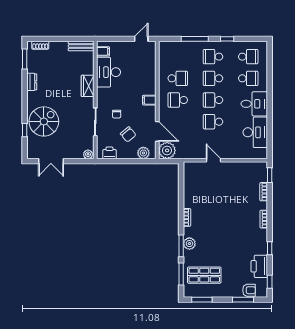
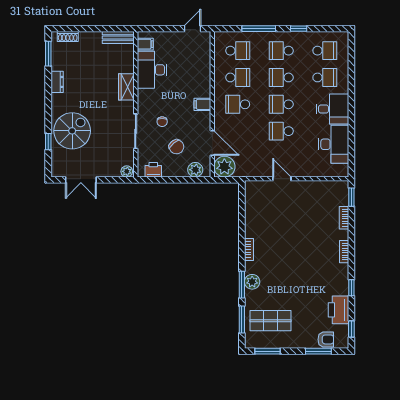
school desk: (178, 57) -> (238, 51), added

